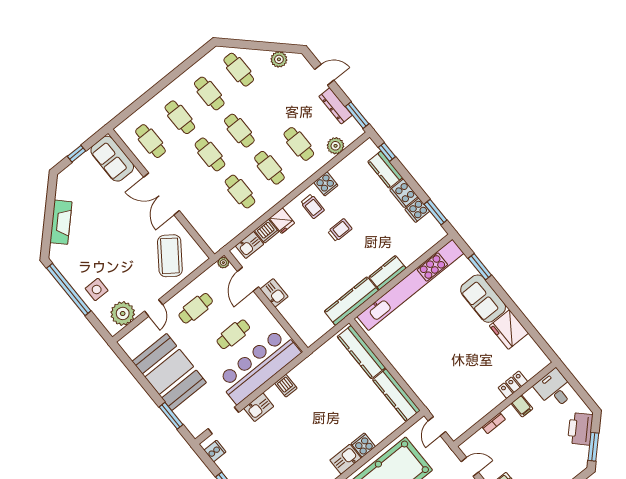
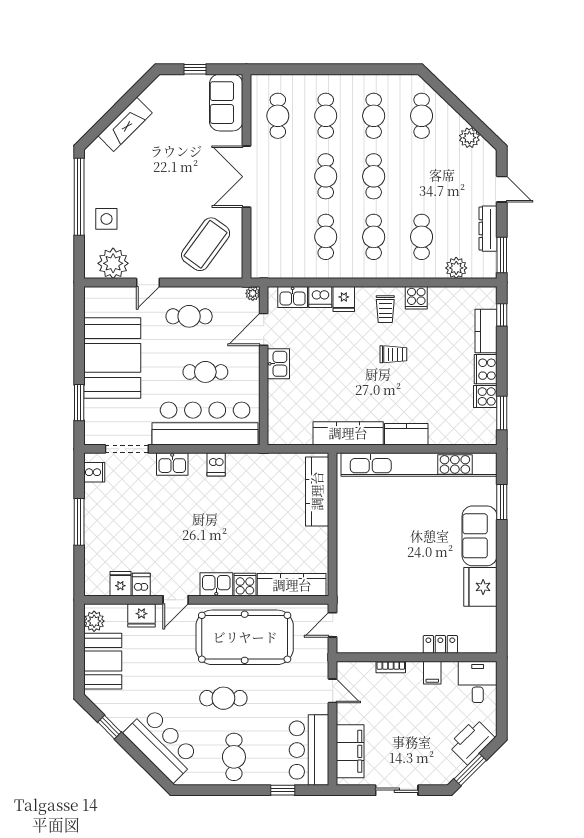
kitchen counter: (396, 395) -> (292, 585), moved, turned 90

